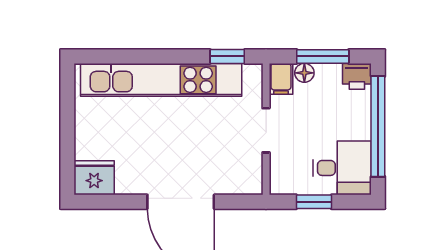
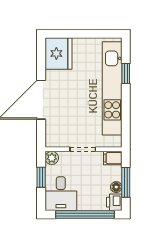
window: (227, 56) -> (126, 73), moved
floor lamp: (304, 73) -> (116, 187), moved
fridge: (94, 178) -> (59, 53), width x1.36, depth x1.34
plant: (281, 184) -> (52, 158), added

